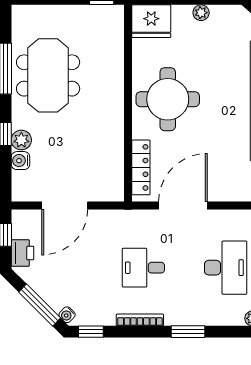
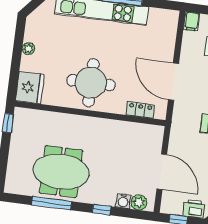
plant: (21, 140) -> (139, 202), moved
locker: (141, 167) -> (140, 110), width x0.66

